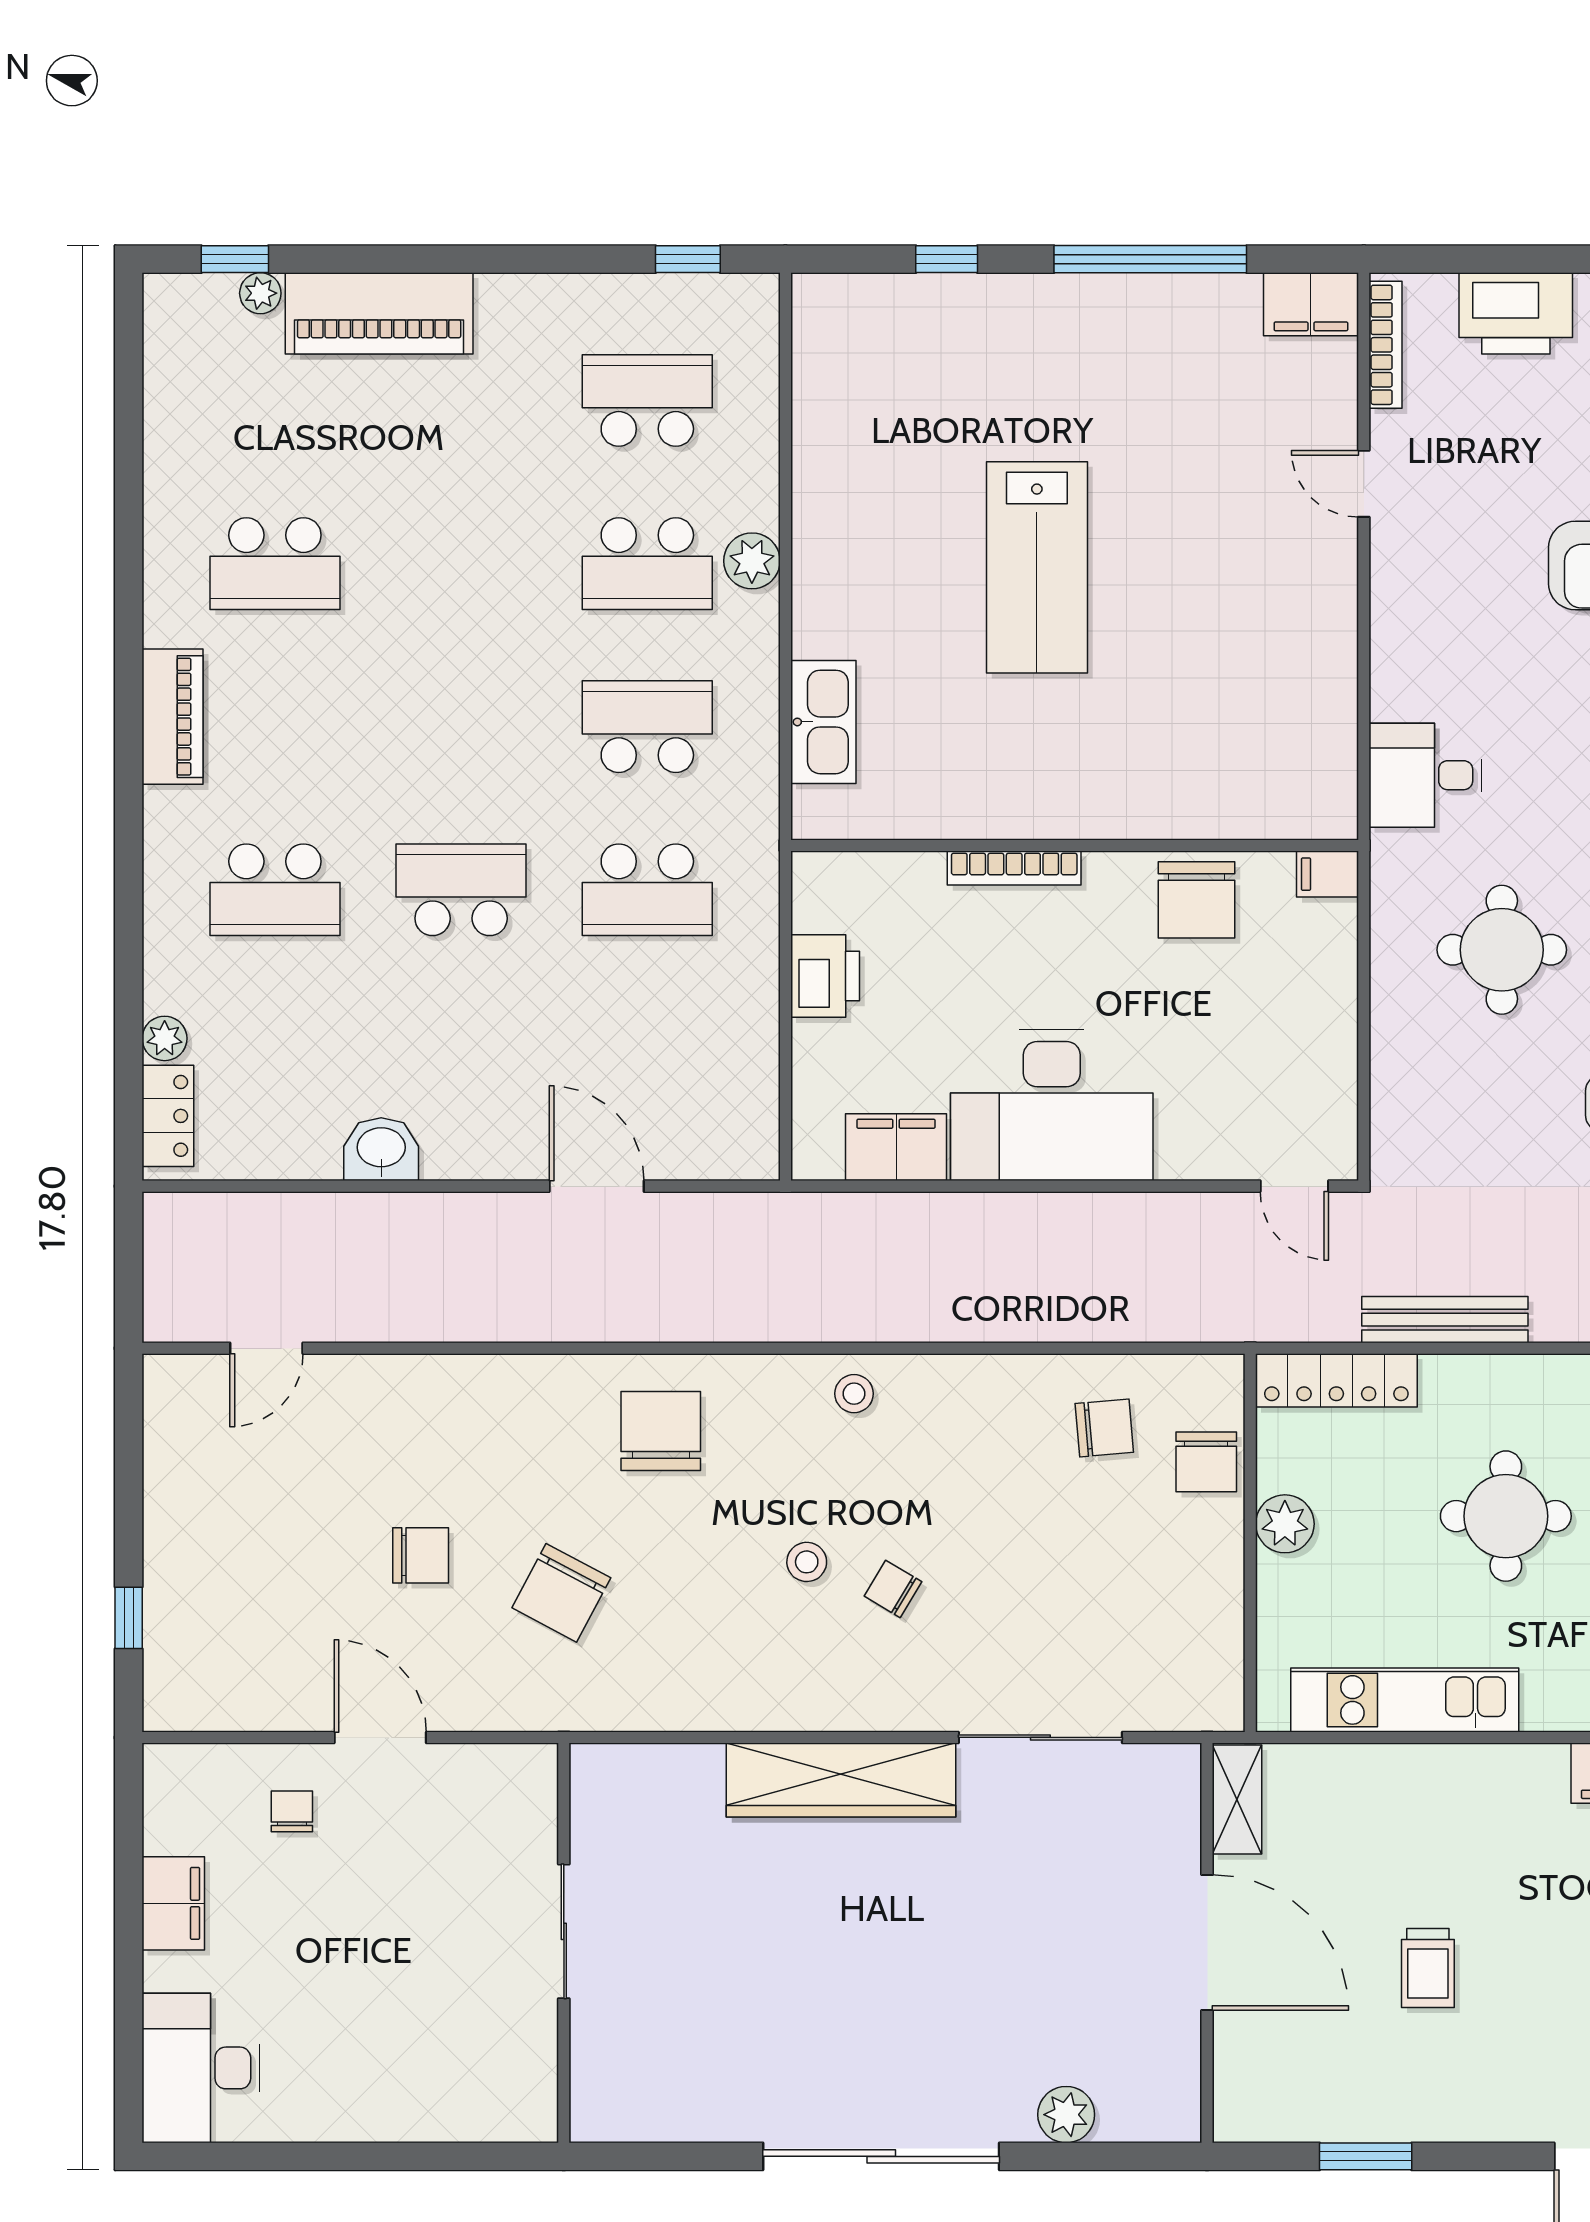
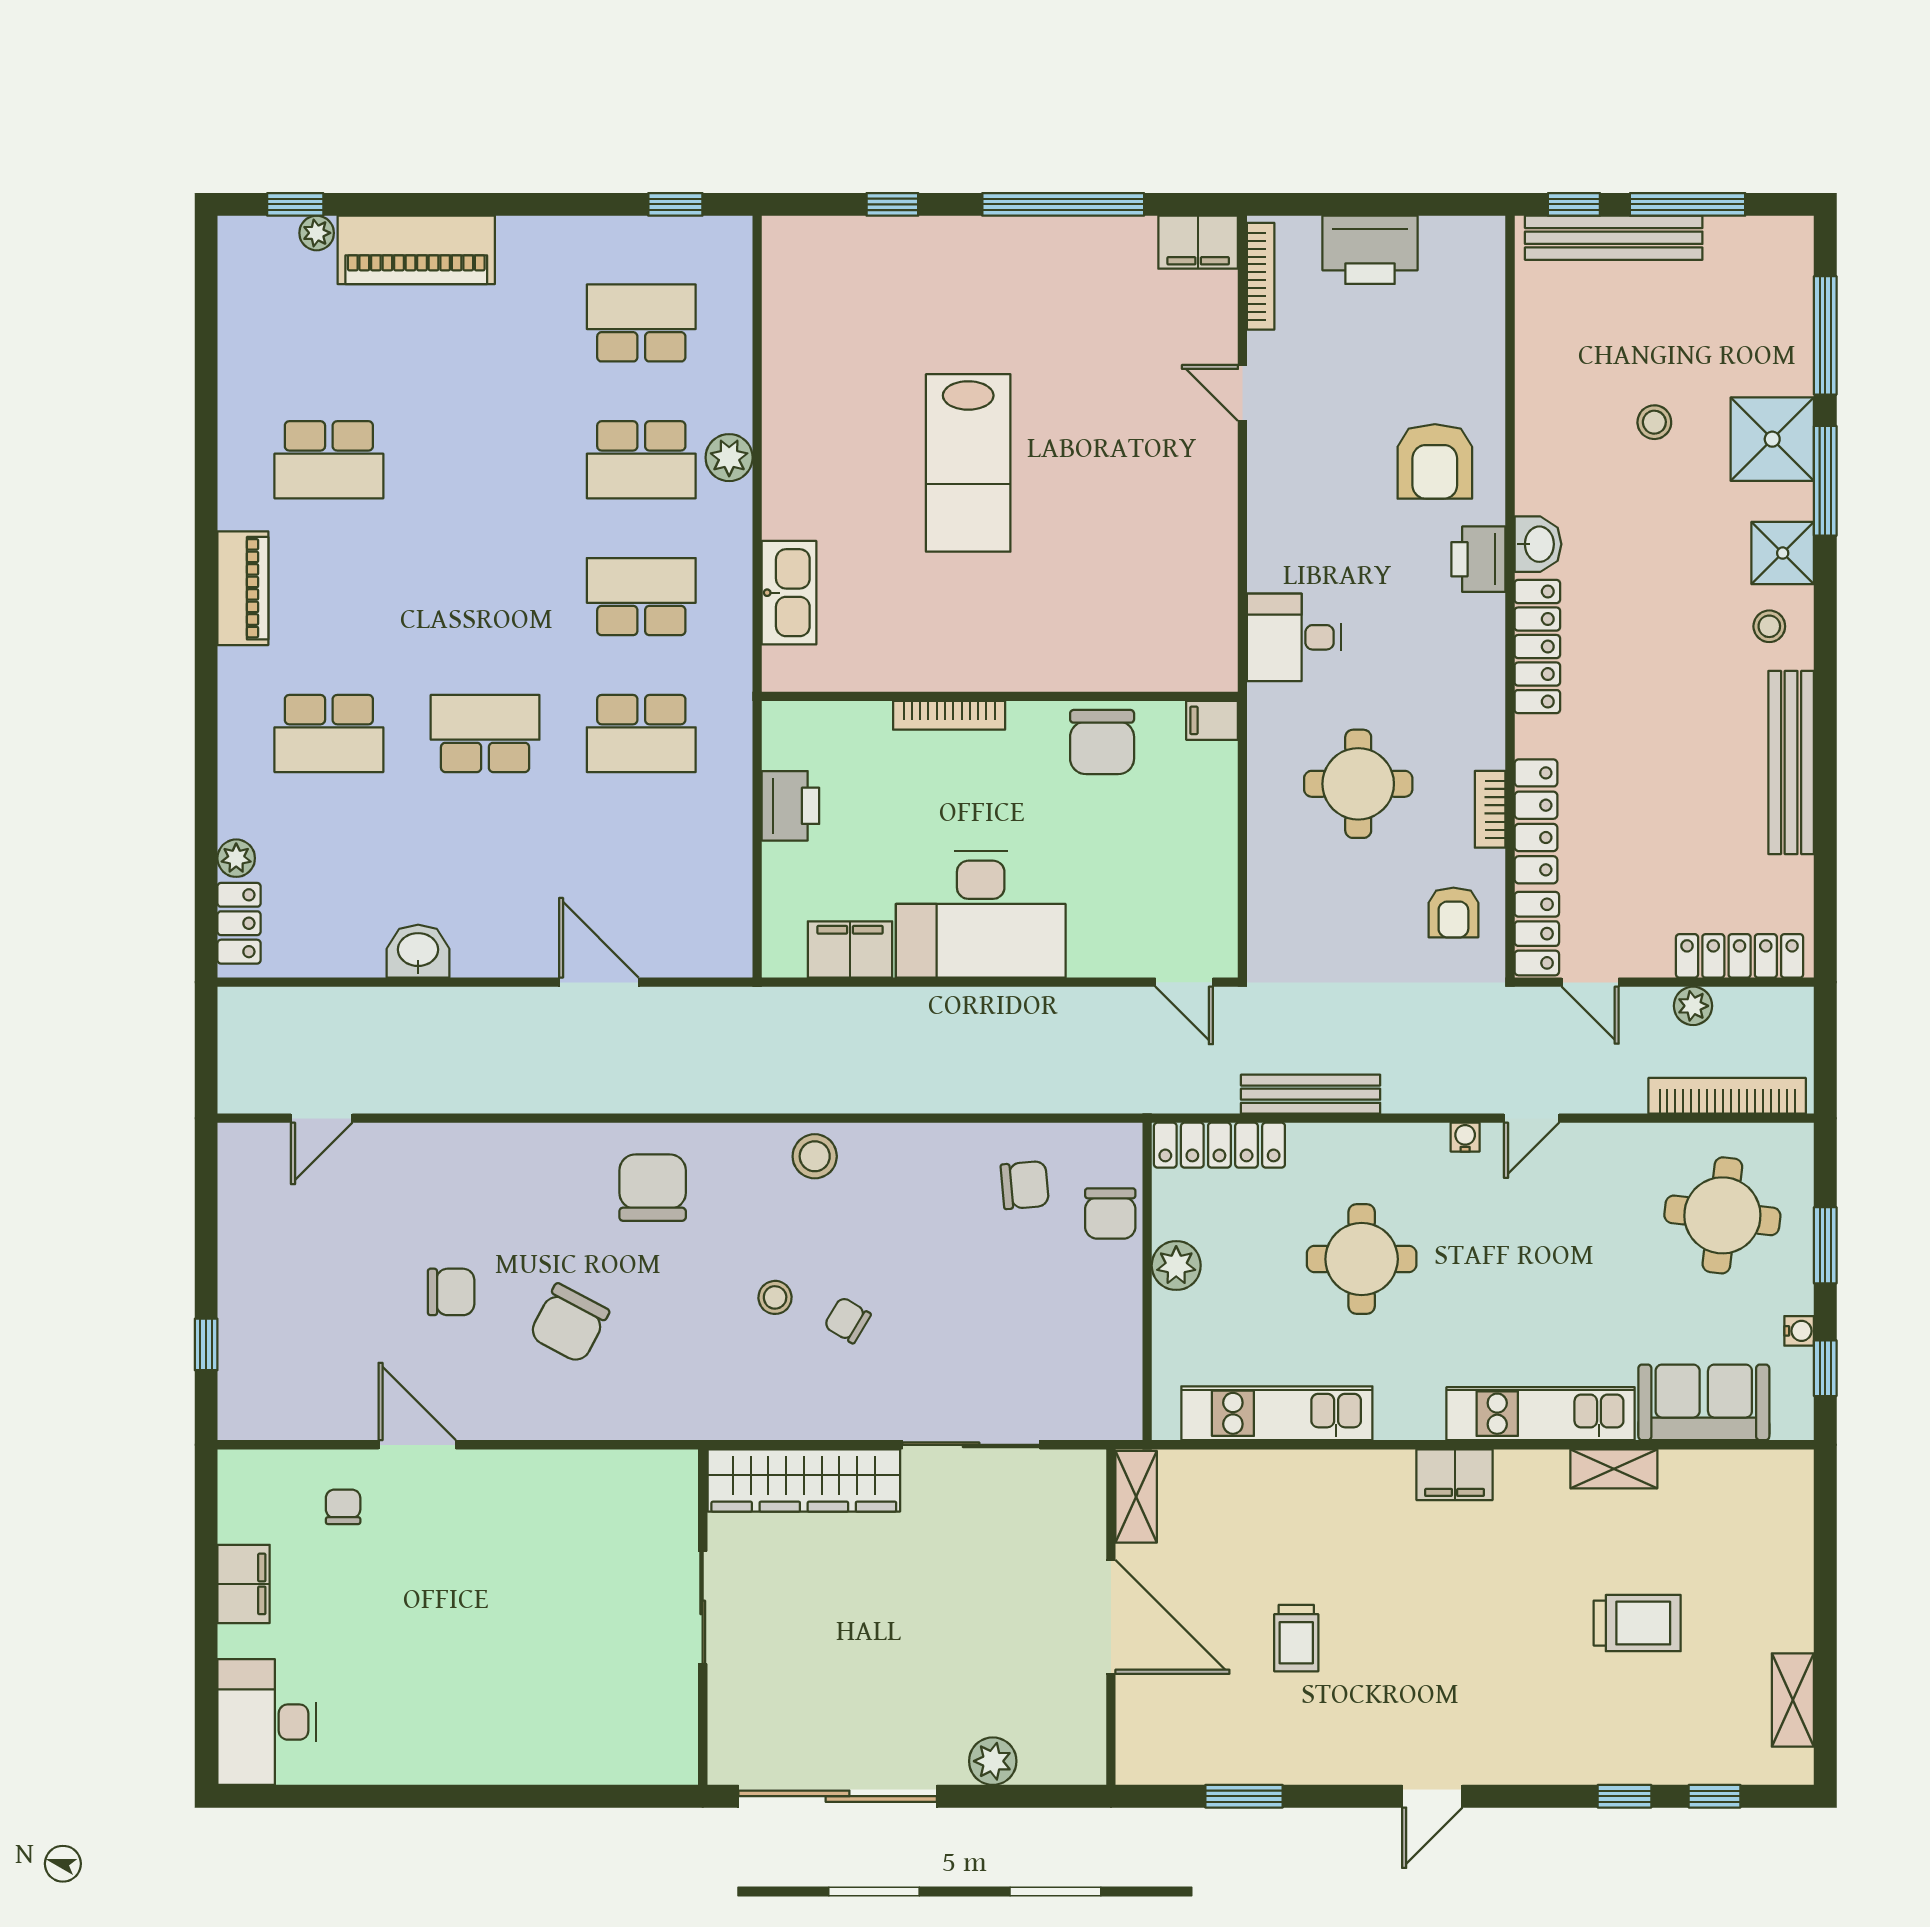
stool: (854, 1394) -> (815, 1156), width x1.37, depth x1.37
sliding door: (564, 1931) -> (703, 1607), moved
wall: (564, 1943) -> (703, 1617), moved

